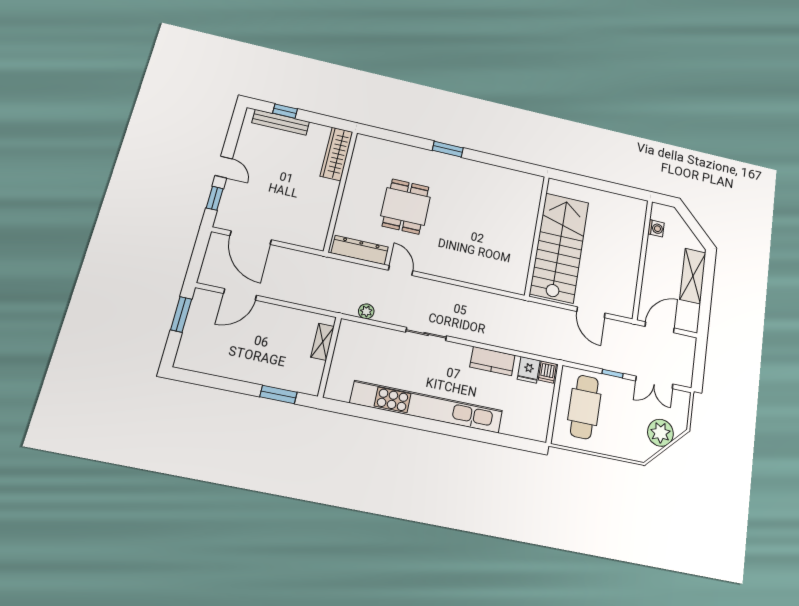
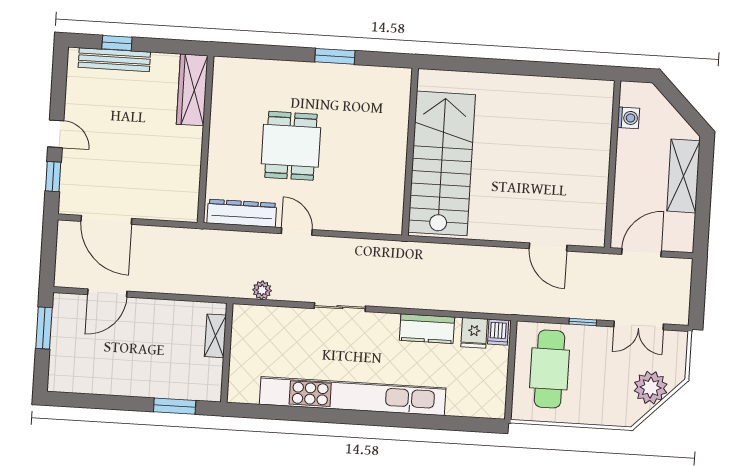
wall: (537, 235) -> (410, 152), moved
stairs: (559, 247) -> (442, 163), moved

